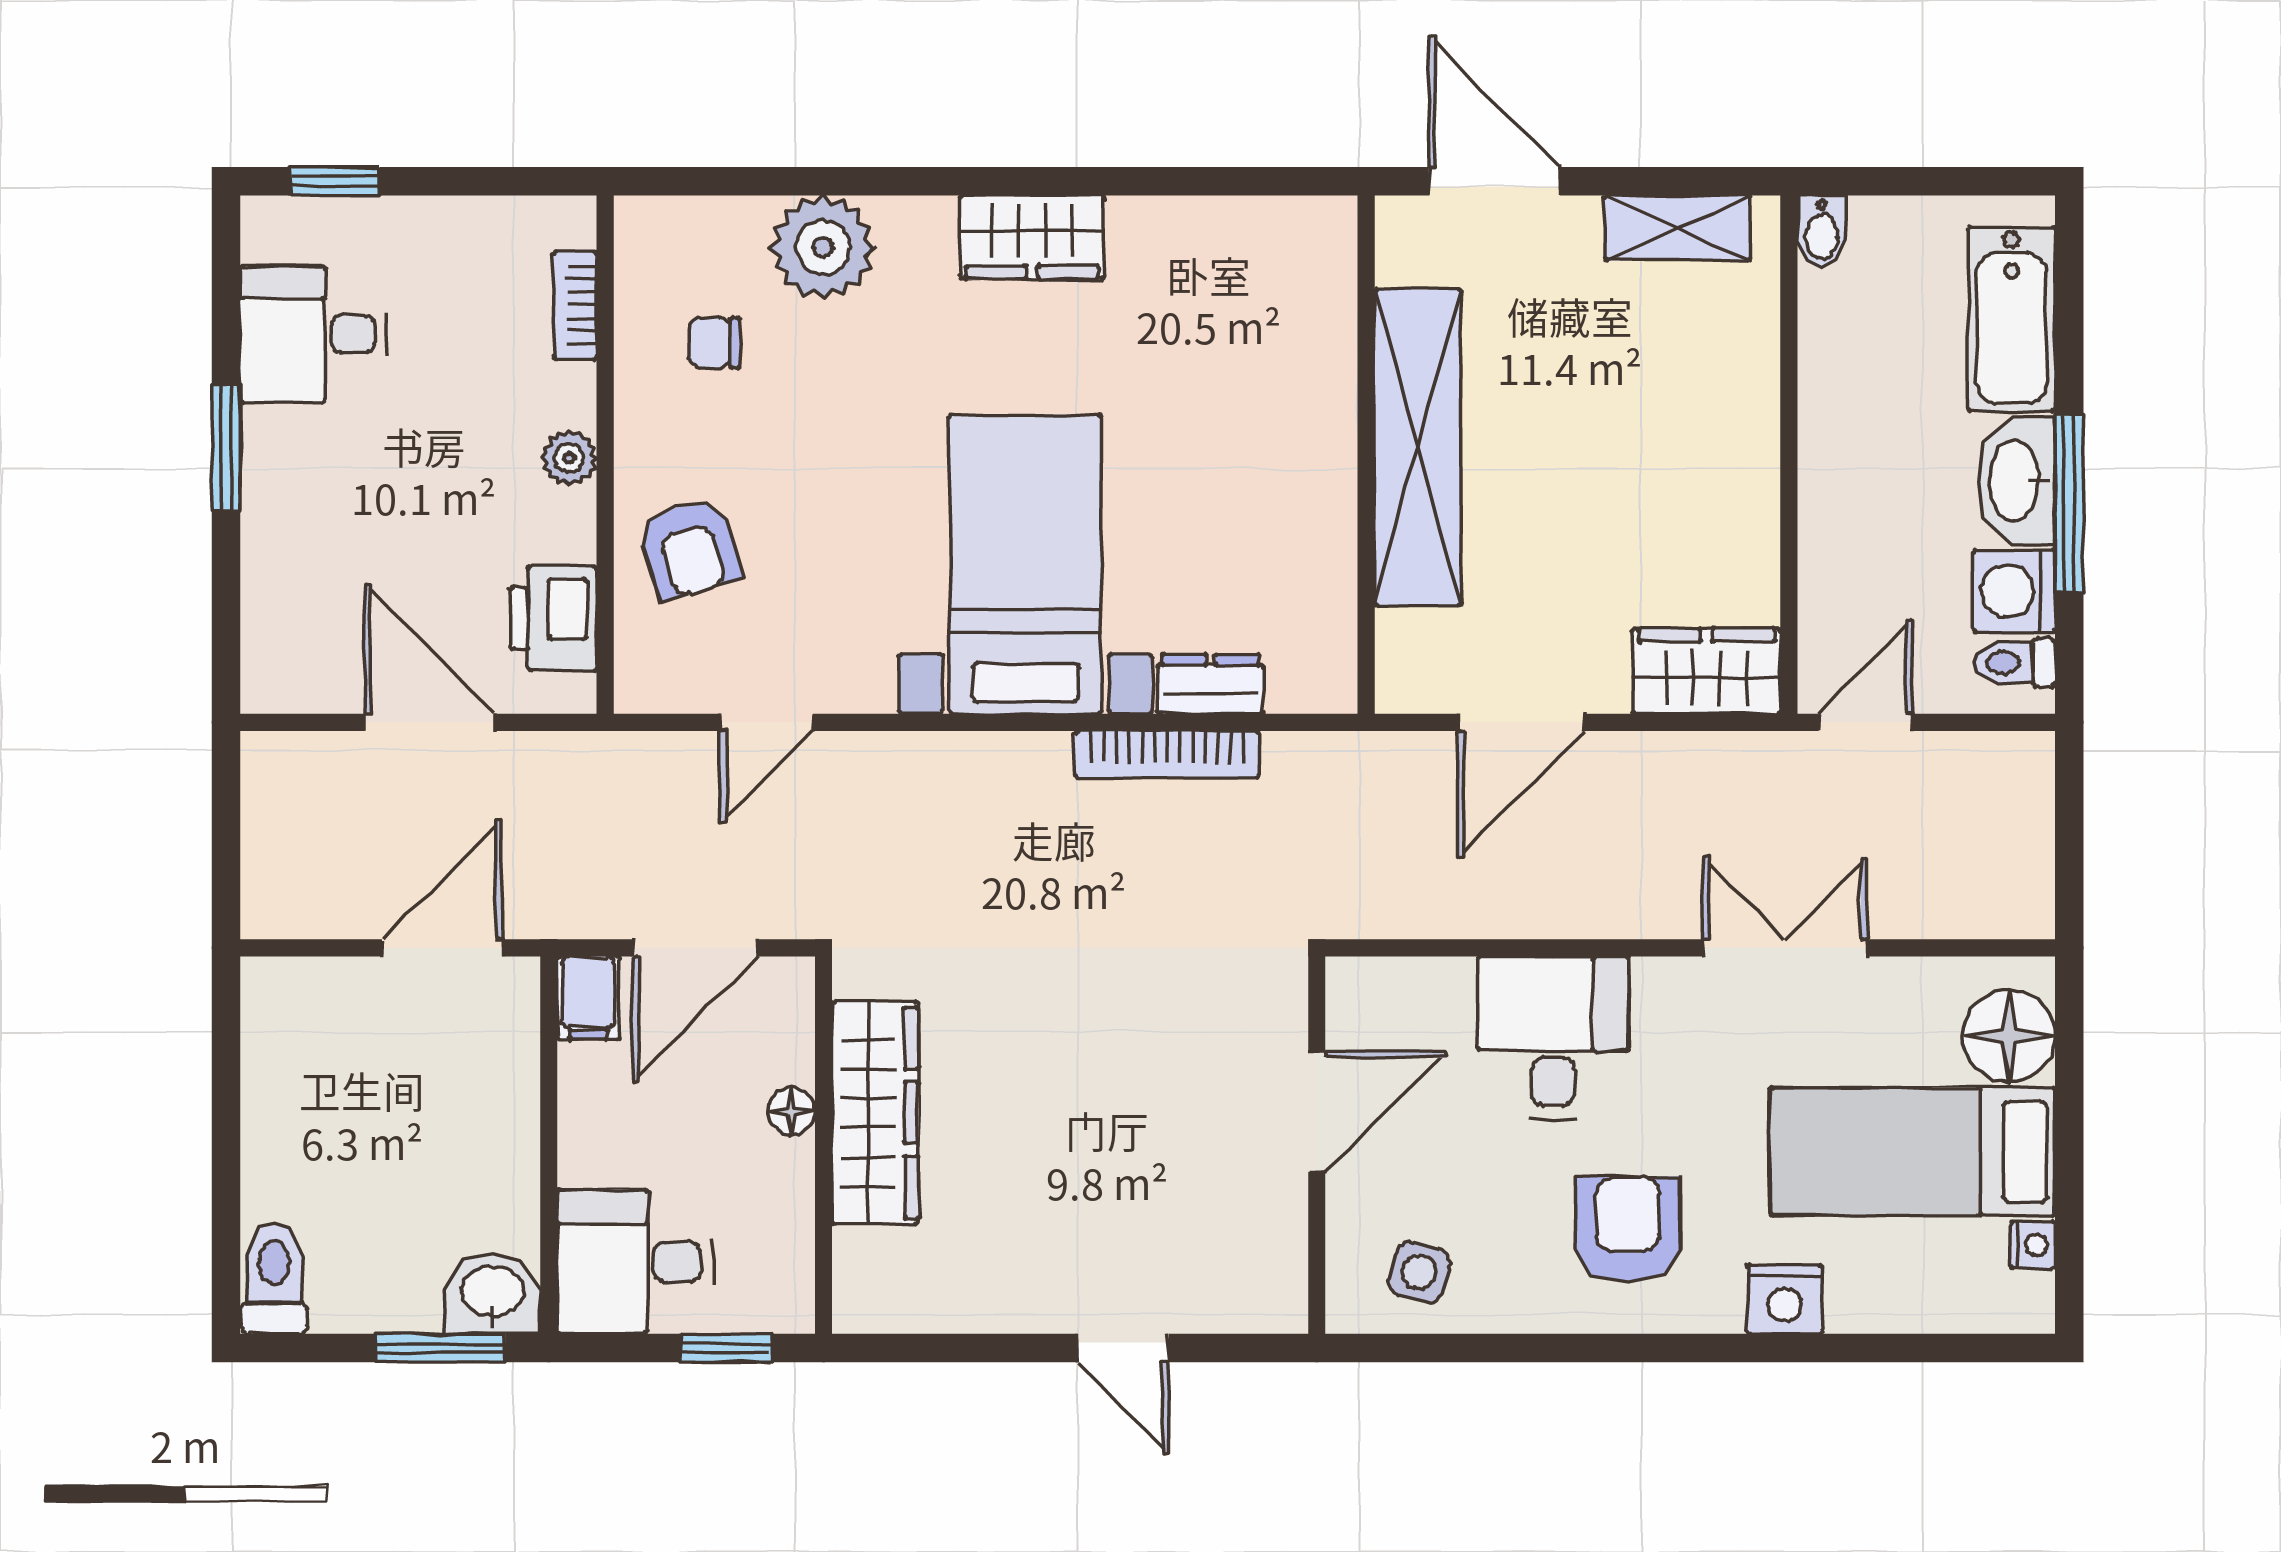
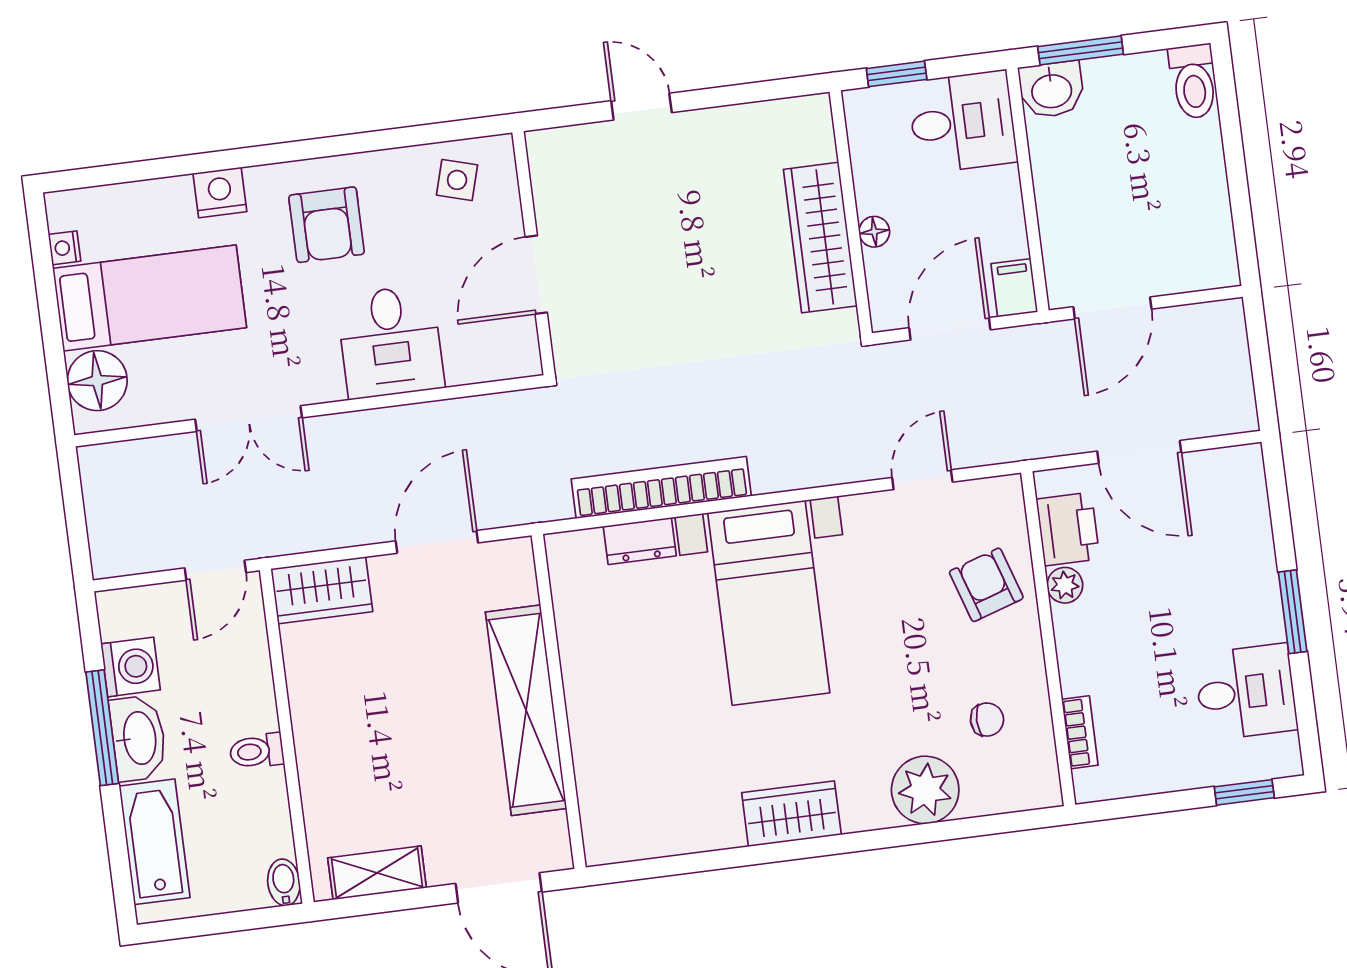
plant: (569, 458) -> (1065, 585), moved
toilet: (2015, 663) -> (257, 751), moved, turned 180
bookcase: (1167, 754) -> (661, 487), width x1.48, depth x1.31

